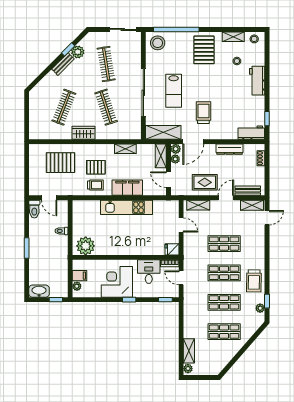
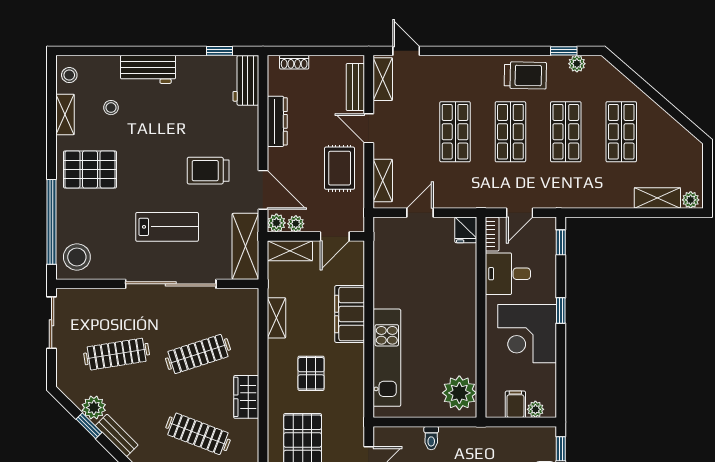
trolley: (95, 185) -> (345, 374), removed
kitchen unit: (127, 207) -> (387, 358), moved

